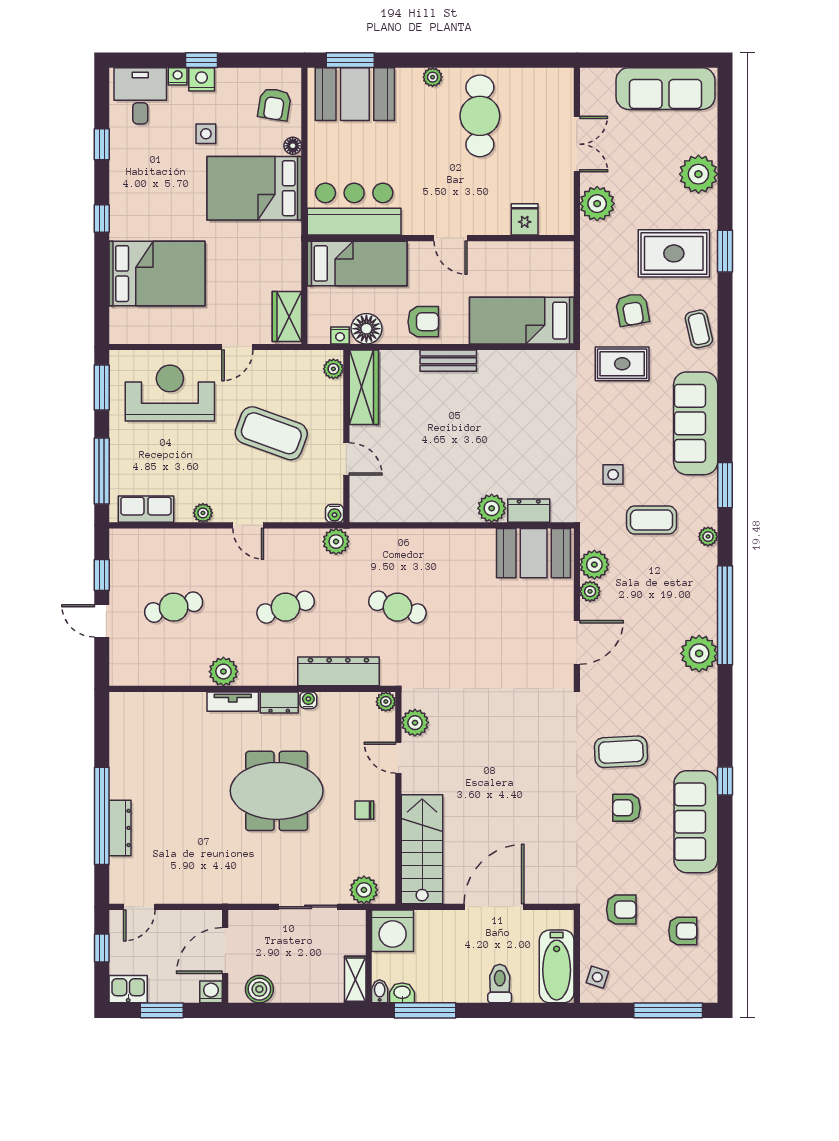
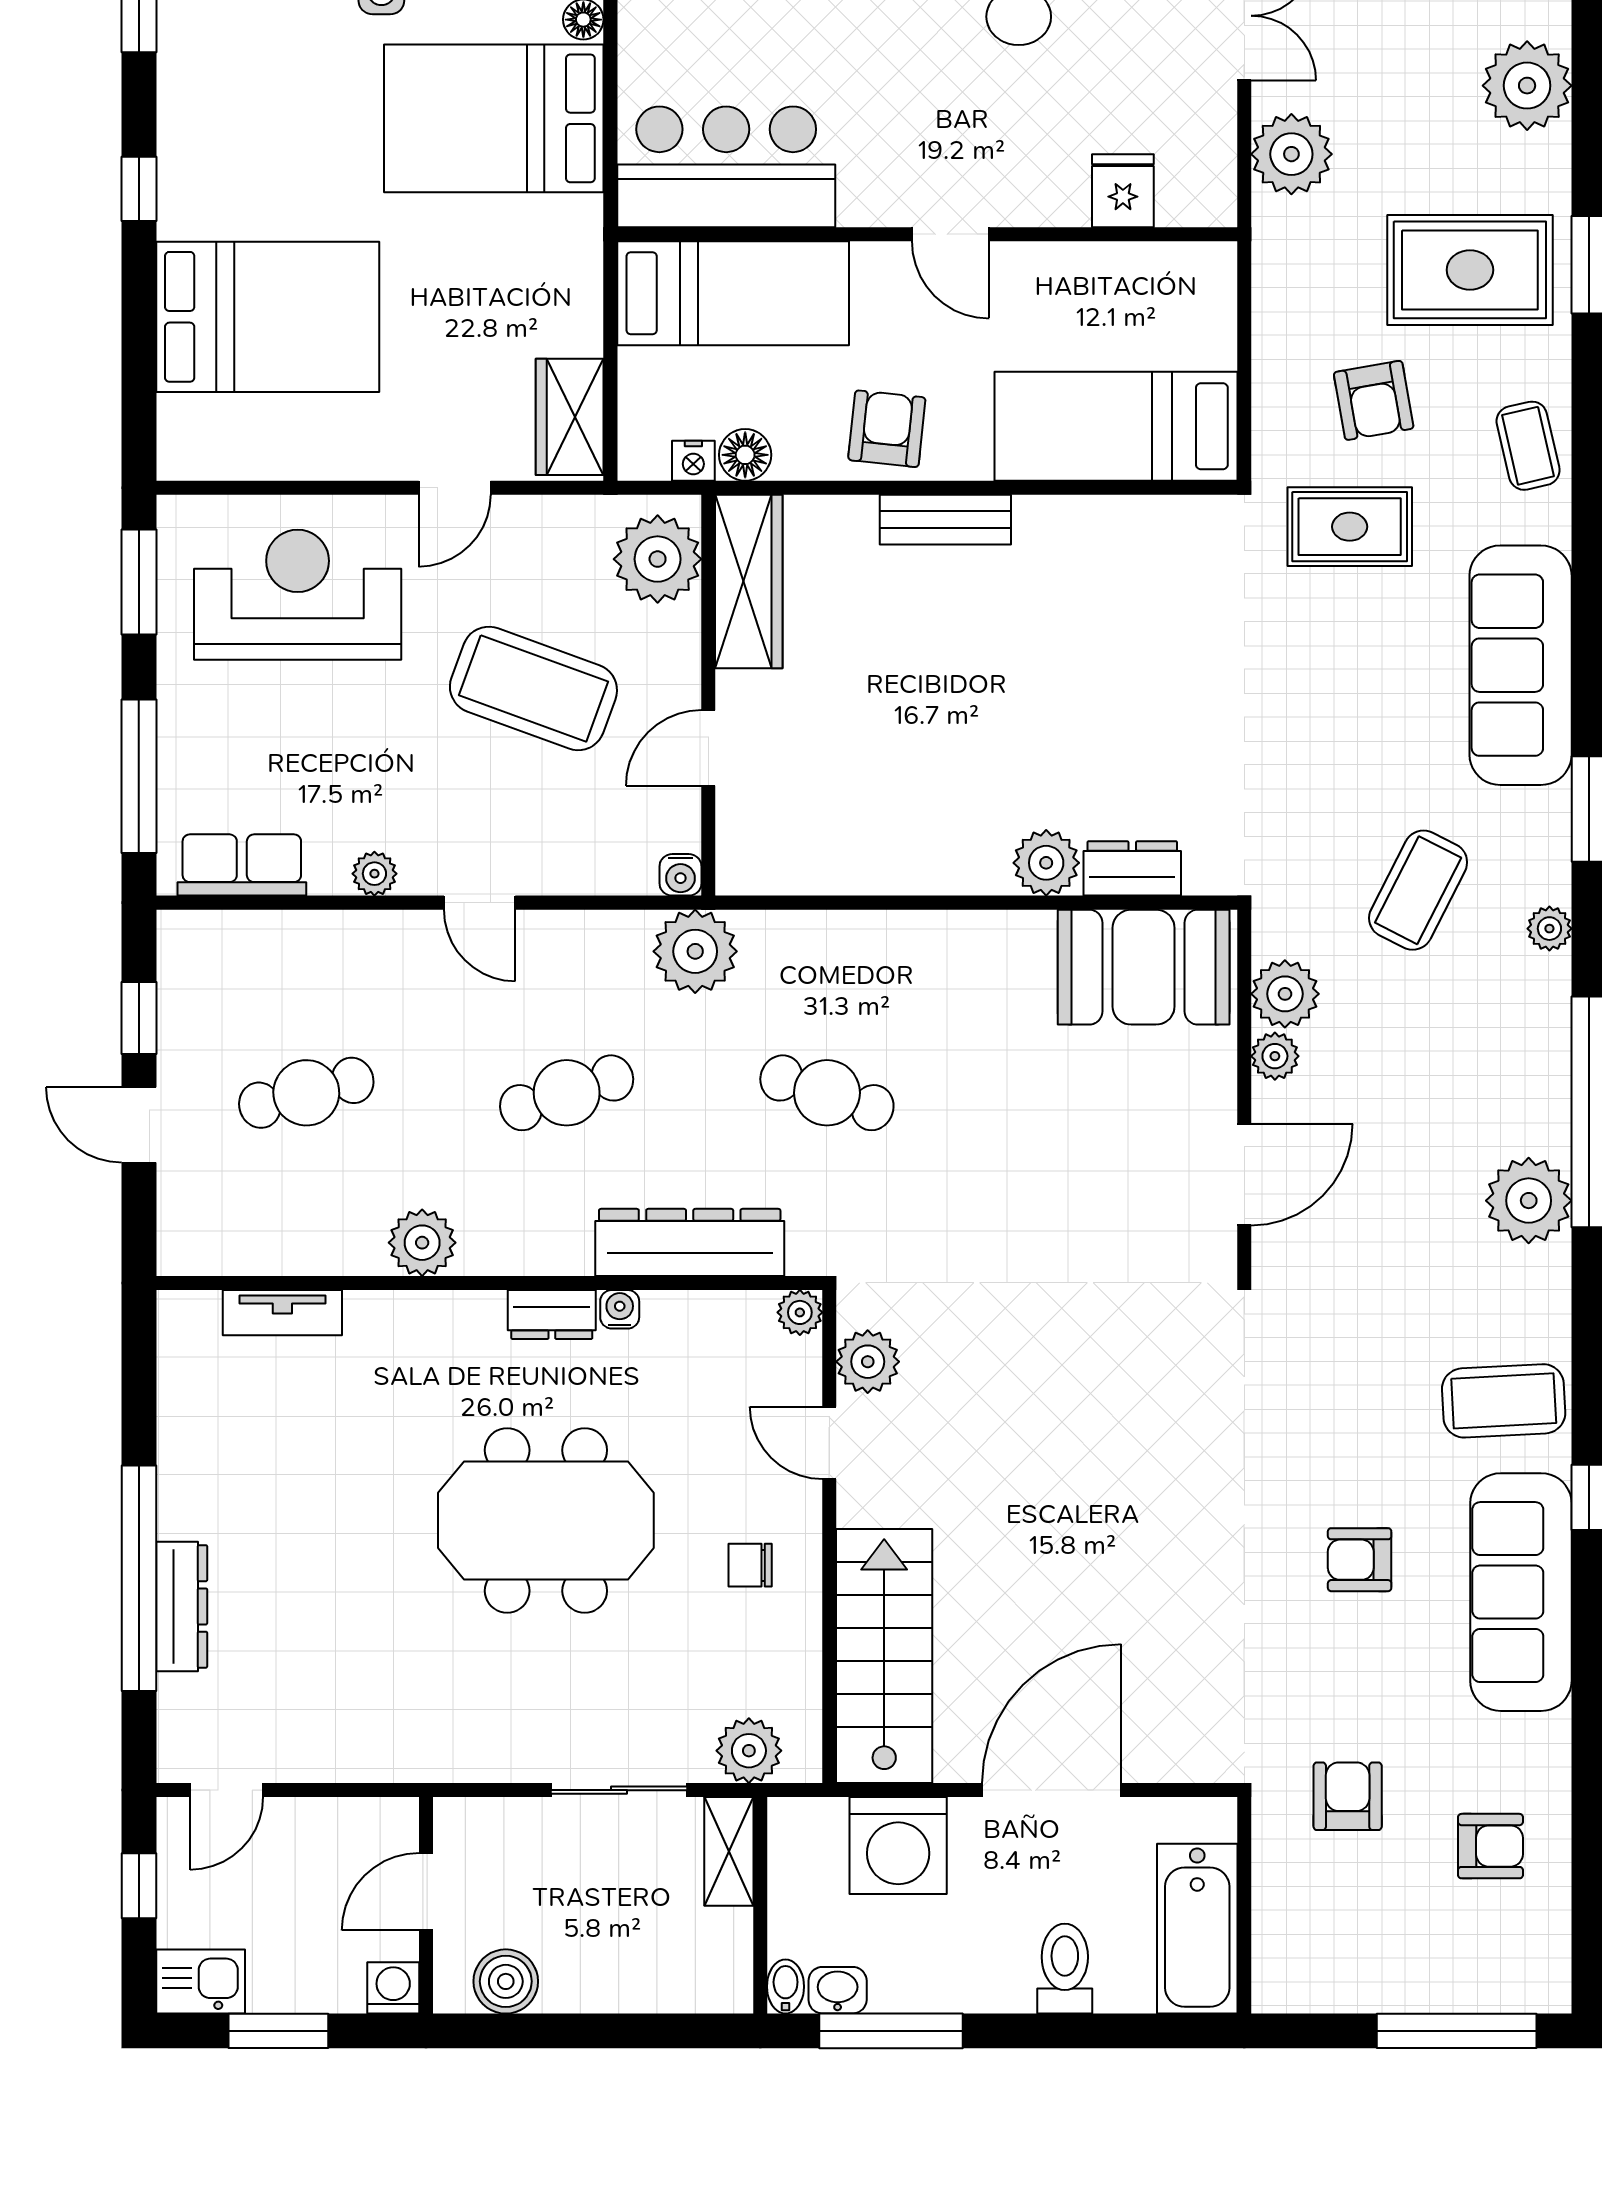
armchair: (423, 322) -> (887, 429), turned -84
floor lamp: (366, 329) -> (745, 455), width x0.73, depth x0.73
plant: (333, 369) -> (658, 559), width x1.87, depth x1.87
door: (346, 459) -> (708, 748), swing flipped
side table: (613, 475) -> (1329, 785), removed
coffee table: (652, 520) -> (1418, 890), turned -63
plant: (336, 542) -> (695, 951), width x1.36, depth x1.36
tv unit: (233, 702) -> (282, 1313), moved
coffee table: (621, 752) -> (1504, 1401), moved
armchair: (621, 910) -> (1348, 1796), turned -90
washing machine: (393, 931) -> (898, 1846), moved
door: (225, 951) -> (426, 1892), width x0.73
side table: (597, 977) -> (1292, 1954), removed
shelving: (355, 980) -> (729, 1851), moved

